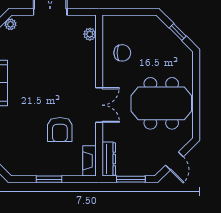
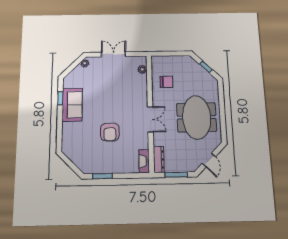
meeting table: (161, 103) -> (197, 117), turned 90
armchair: (60, 130) -> (110, 132), moved
window: (49, 179) -> (103, 176), moved

